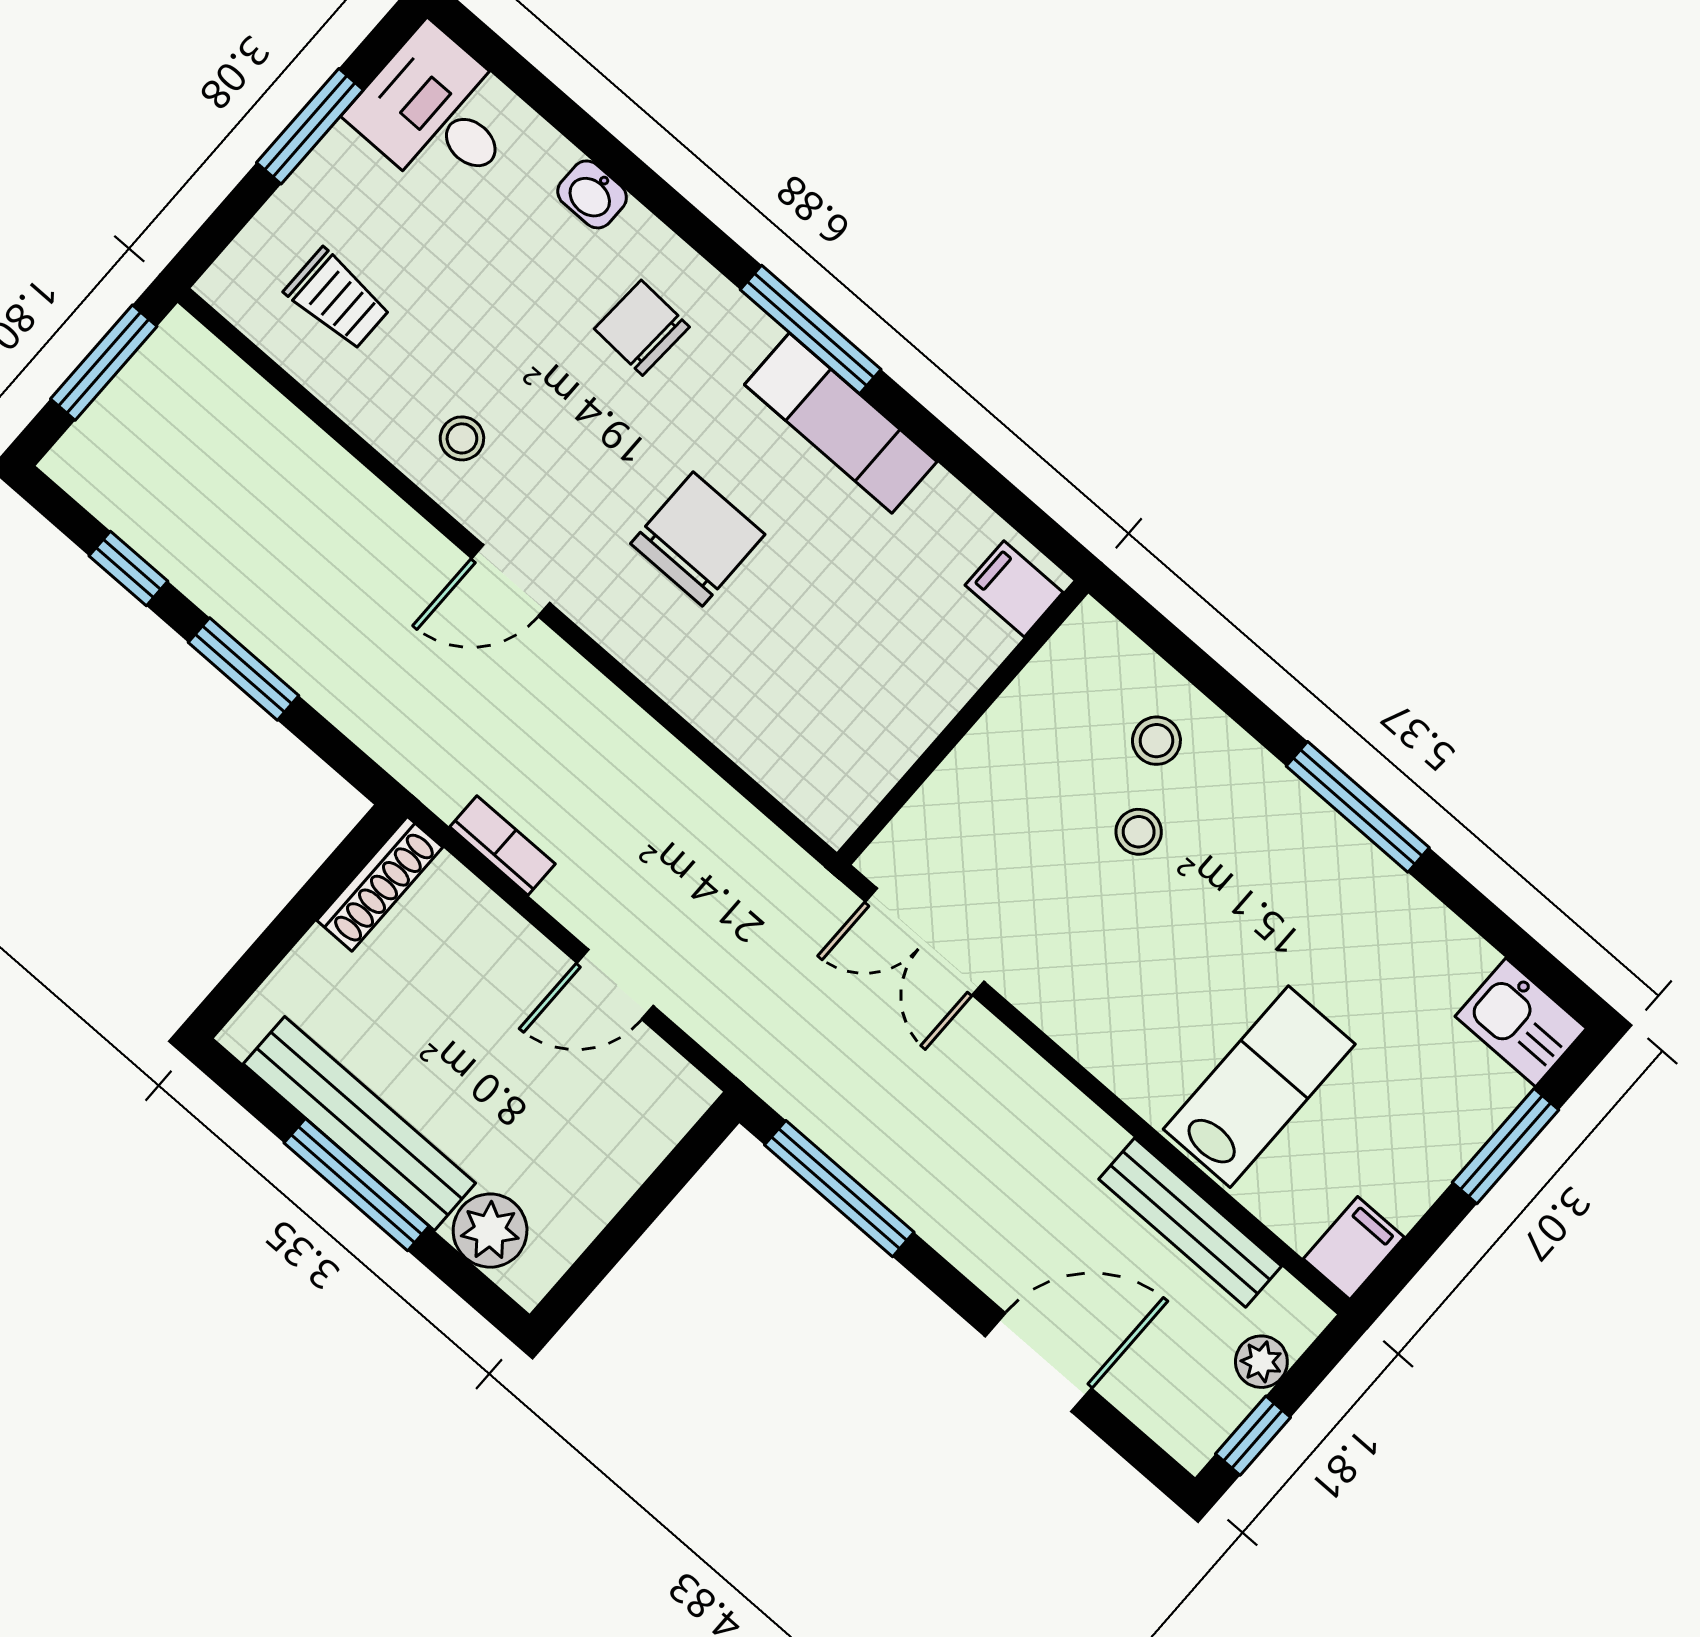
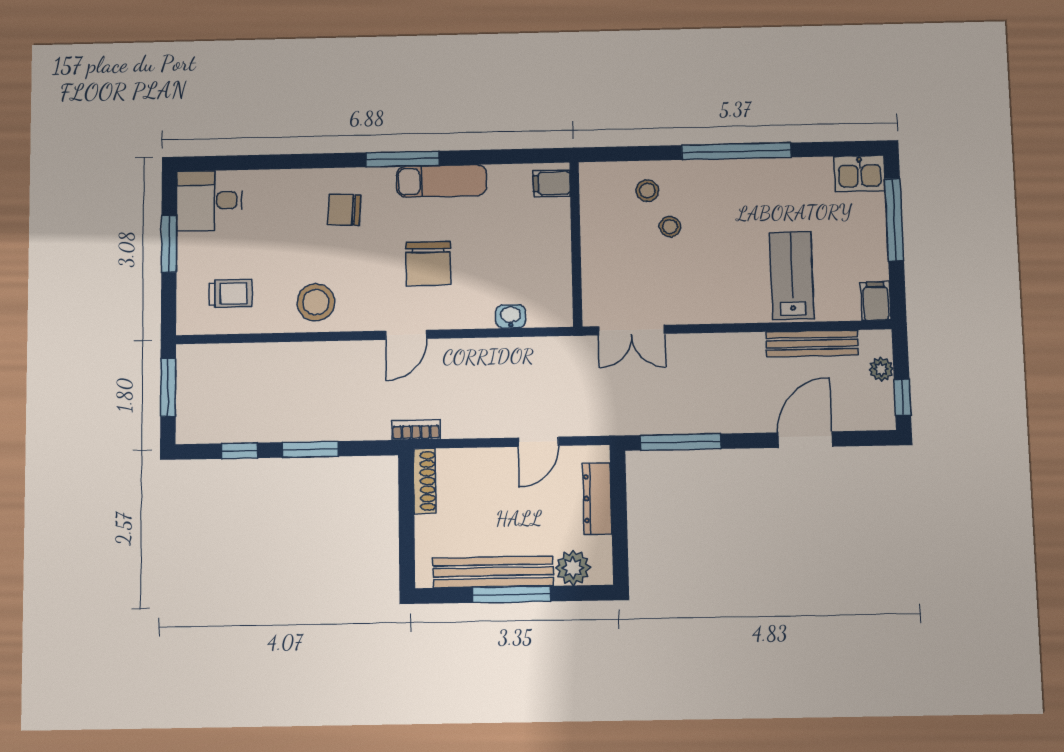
washbasin: (592, 194) -> (511, 316), moved, turned 180
stool: (462, 438) -> (316, 302), width x1.89, depth x1.89
chair: (698, 539) -> (428, 264), turned 180
door: (511, 581) -> (406, 335), moved
window: (1358, 807) -> (736, 151), width x1.46
bookcase: (502, 845) -> (416, 430), moved
window: (1506, 1146) -> (894, 220), width x1.44
dresser: (627, 1157) -> (597, 498), added

